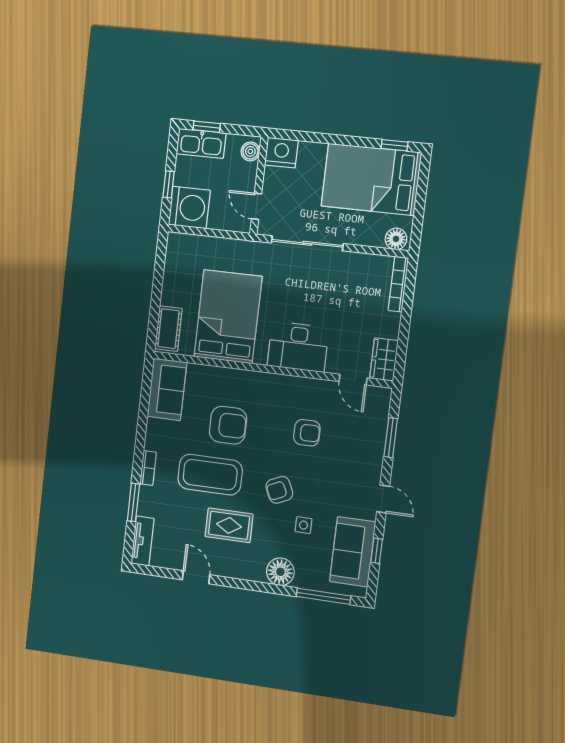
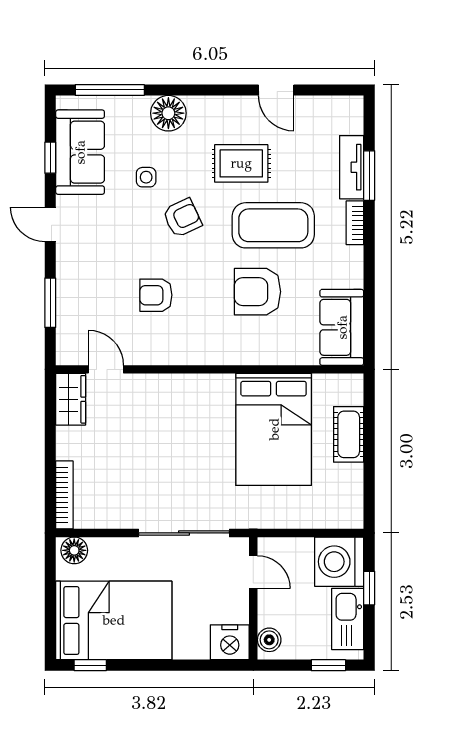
kitchen sink: (201, 143) -> (348, 619), moved, turned -90
cot: (168, 329) -> (349, 434), moved
desk: (298, 347) -> (180, 402), removed
tv unit: (143, 541) -> (352, 167), moved

